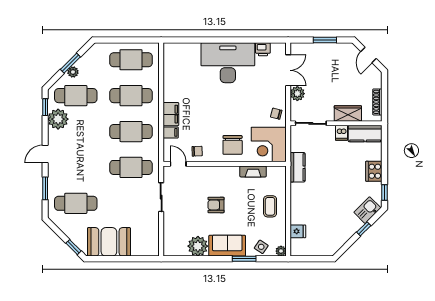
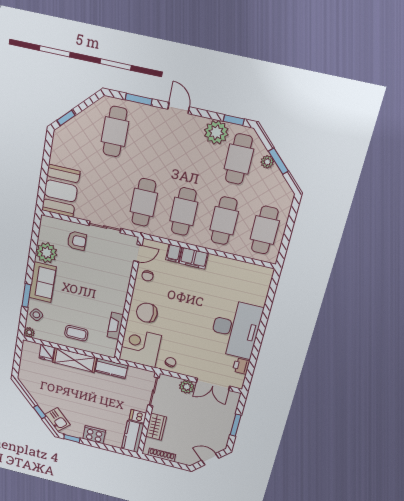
shelving: (298, 203) -> (75, 360), added
armchair: (216, 205) -> (77, 241), moved, turned 90
booth: (109, 242) -> (61, 191), moved

